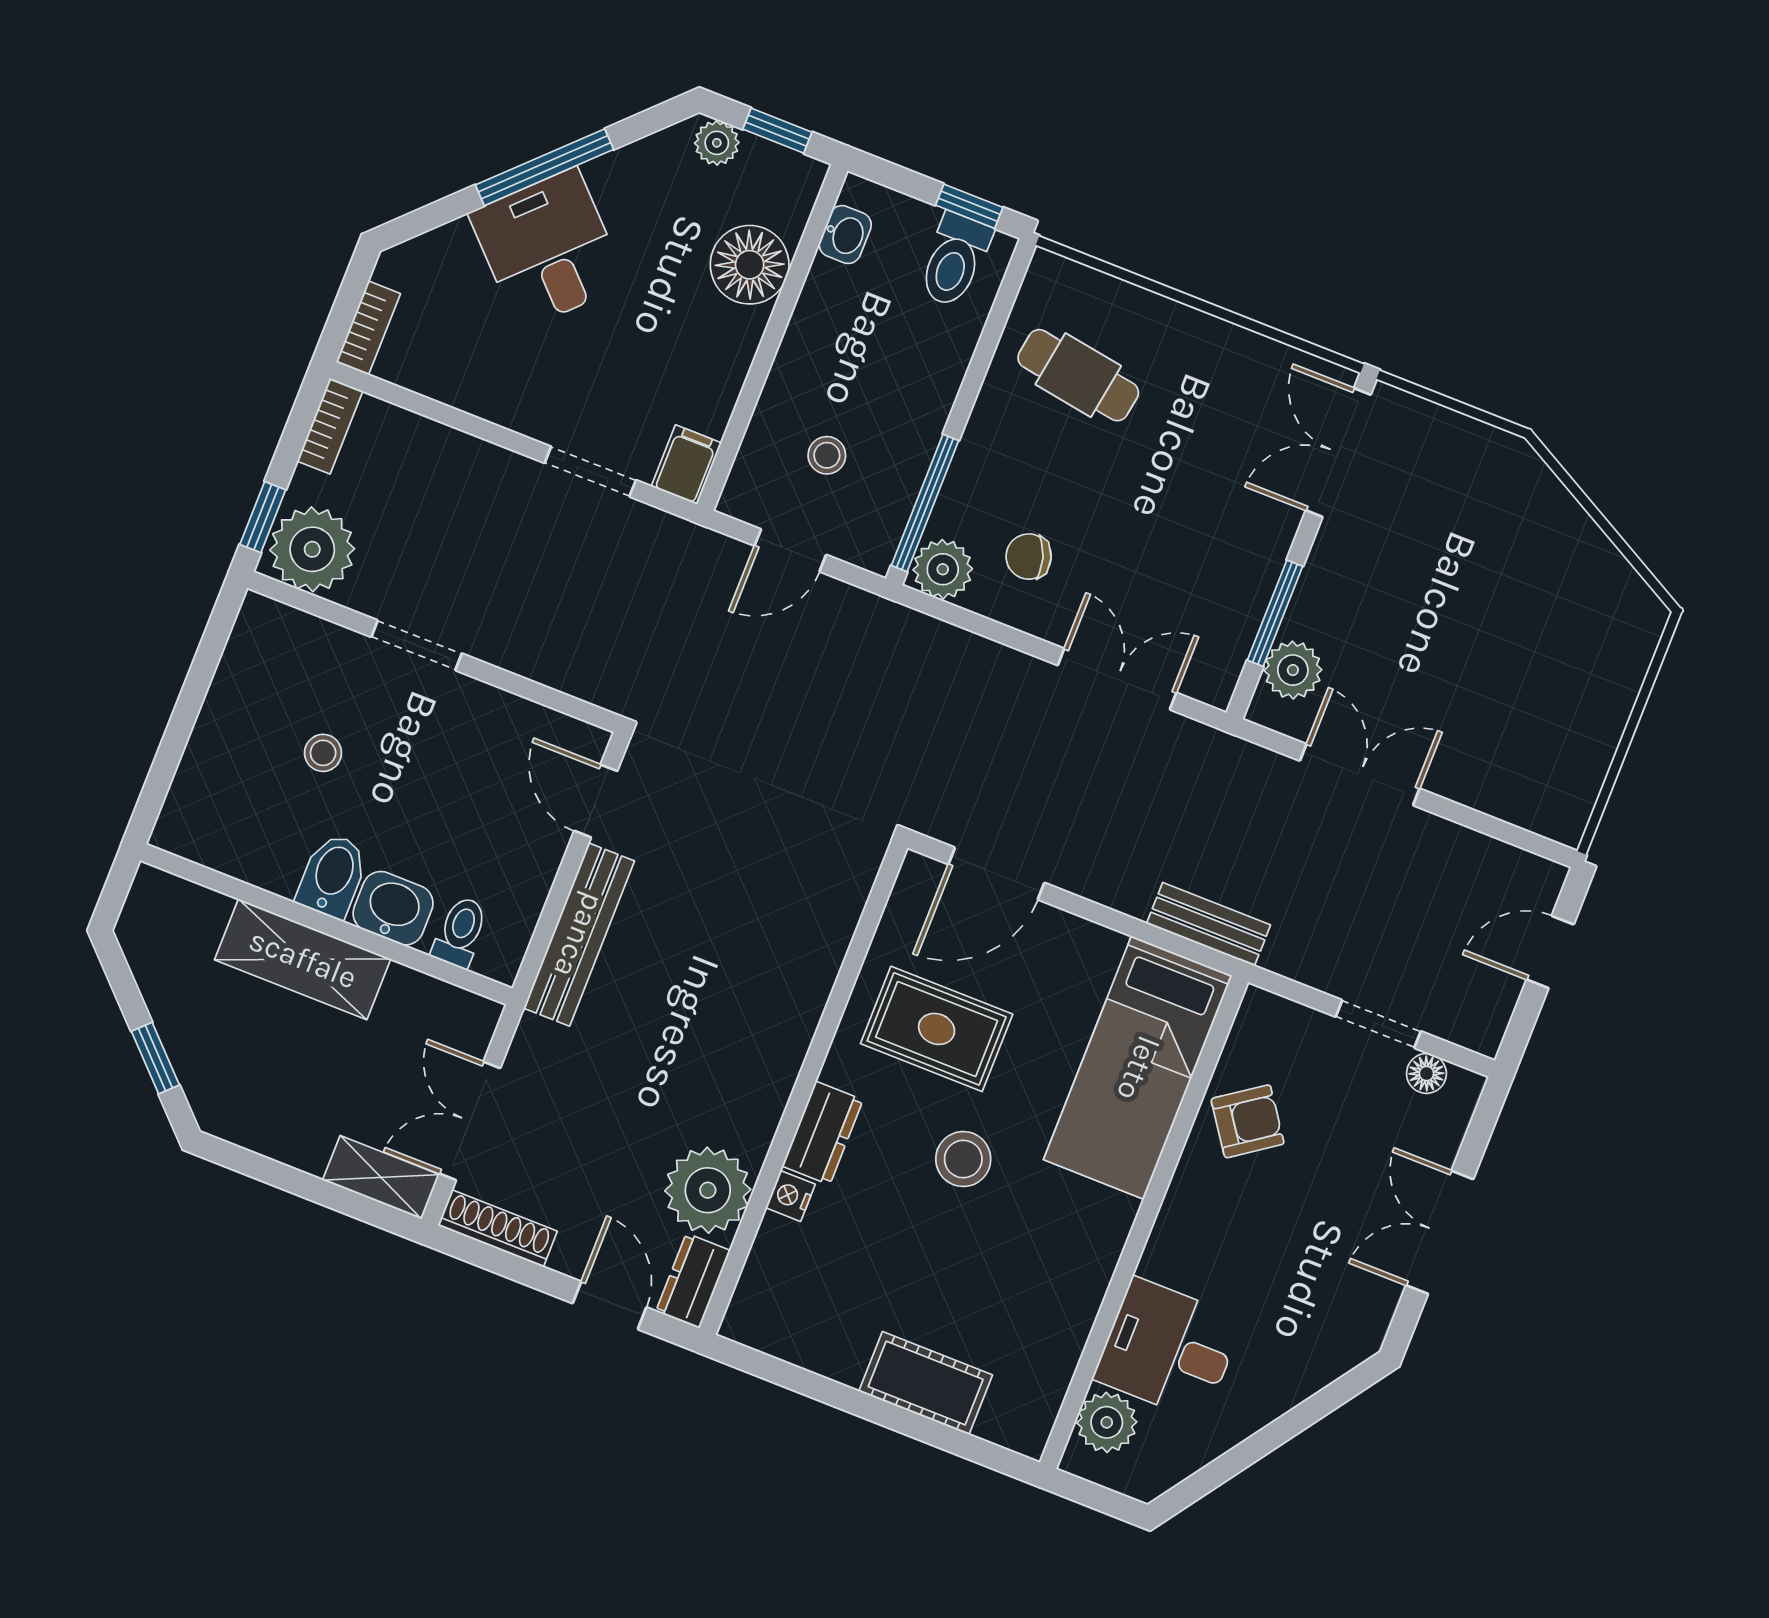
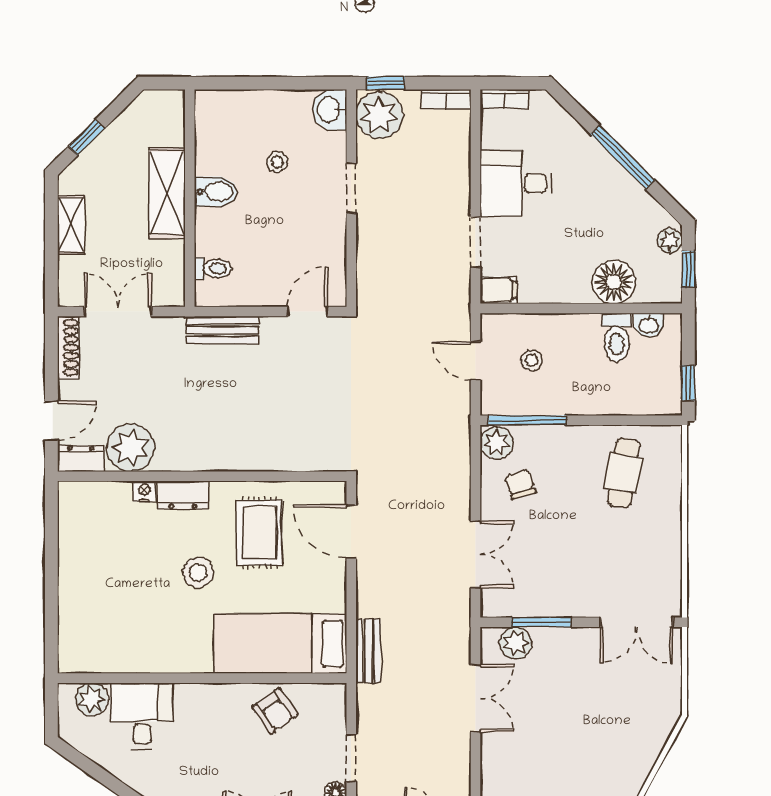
desk: (548, 249) -> (516, 183), moved, turned -135
toilet: (955, 260) -> (617, 337), moved, turned -90
double door: (1338, 453) -> (636, 622), swing flipped
washbasin: (393, 908) -> (329, 110), moved, turned 180
bench: (579, 935) -> (223, 330), width x0.73
shelving: (381, 1177) -> (71, 225), moved
cot: (926, 1383) -> (75, 598), removed

